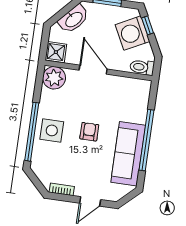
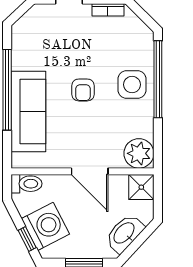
sofa: (128, 154) -> (28, 111), moved

